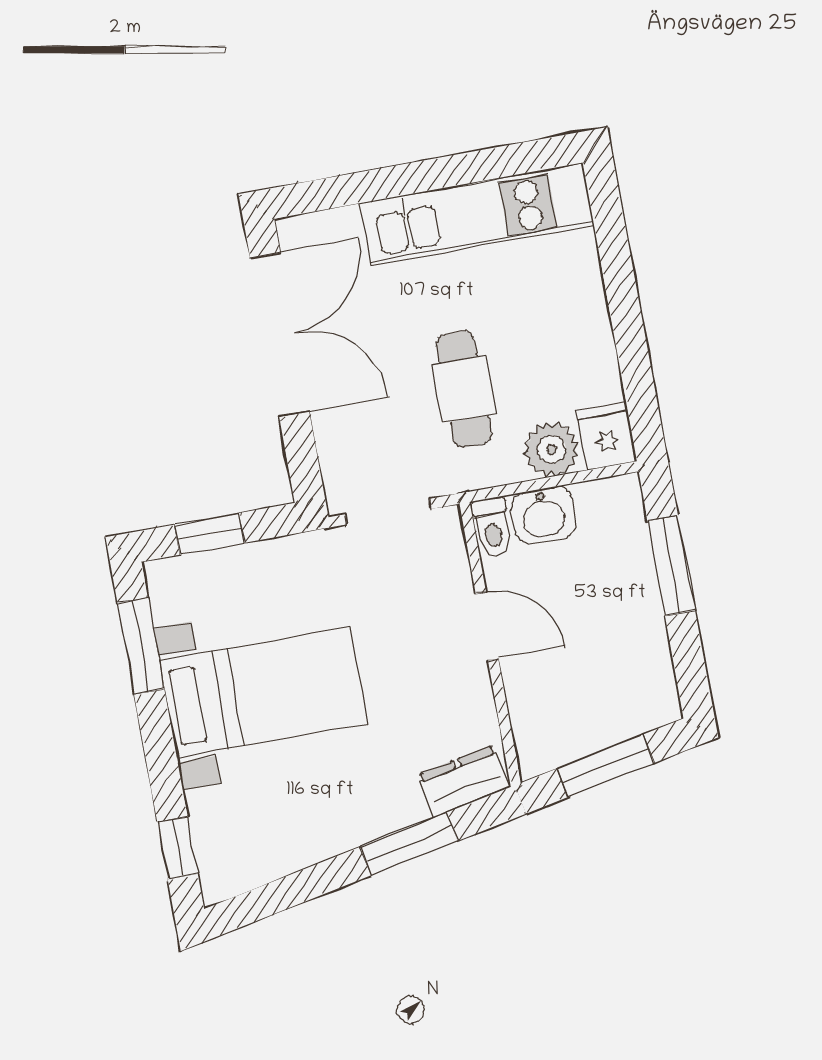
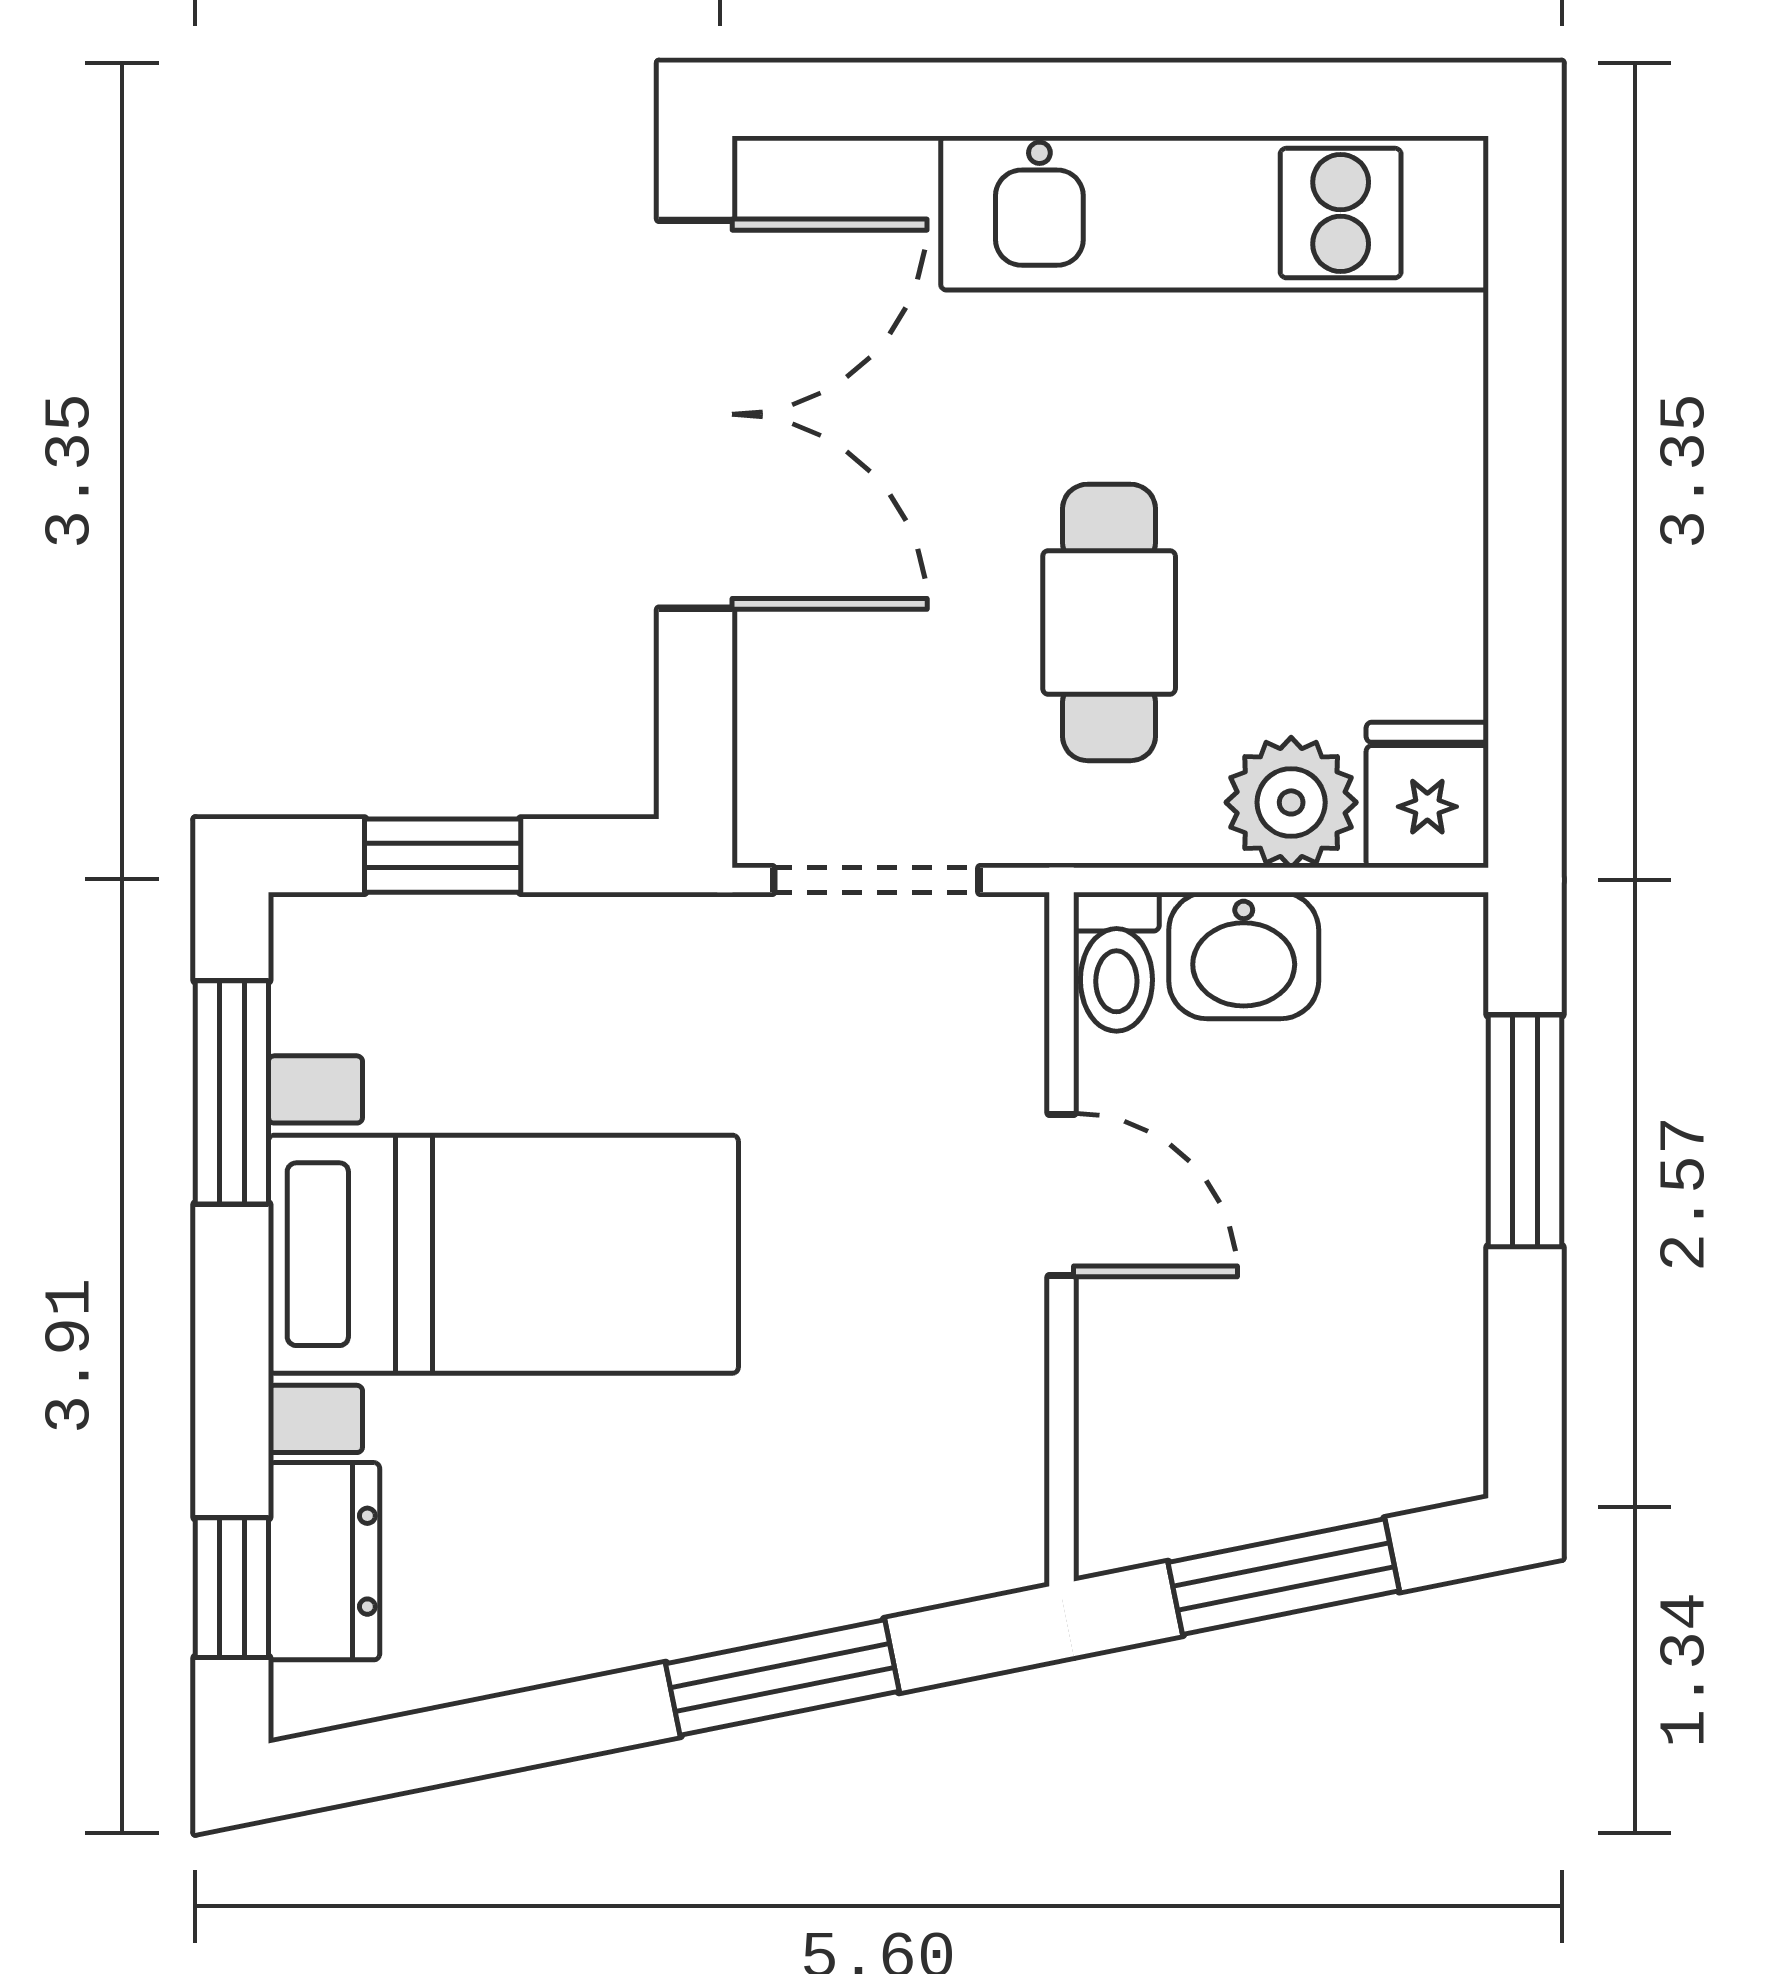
dresser: (464, 781) -> (324, 1561), moved, turned 101

